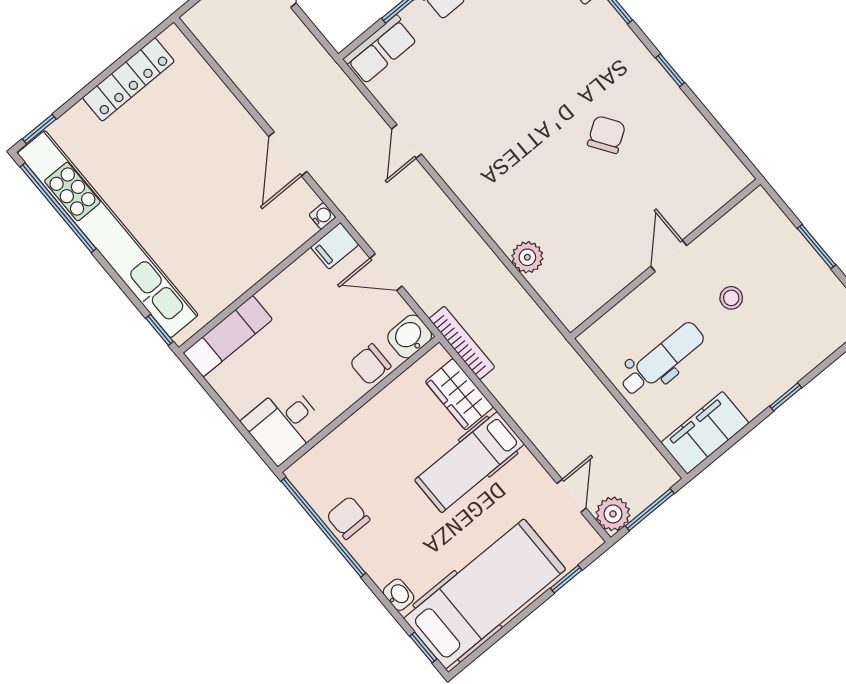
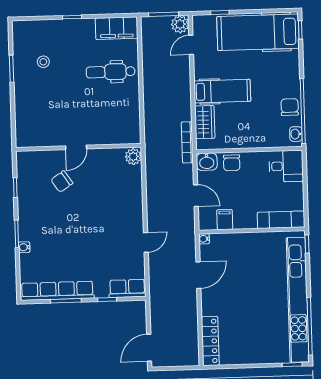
locker: (128, 79) -> (210, 341), moved, turned 90
filing cabinet: (335, 246) -> (225, 220), moved, turned -90
door: (669, 256) -> (76, 147), moved
wall: (665, 259) -> (78, 147), moved
stool: (731, 298) -> (43, 62), moved
chair: (370, 364) -> (232, 163), turned 90
chair: (348, 518) -> (290, 107), turned 180
washbasin: (399, 595) -> (296, 134), moved

